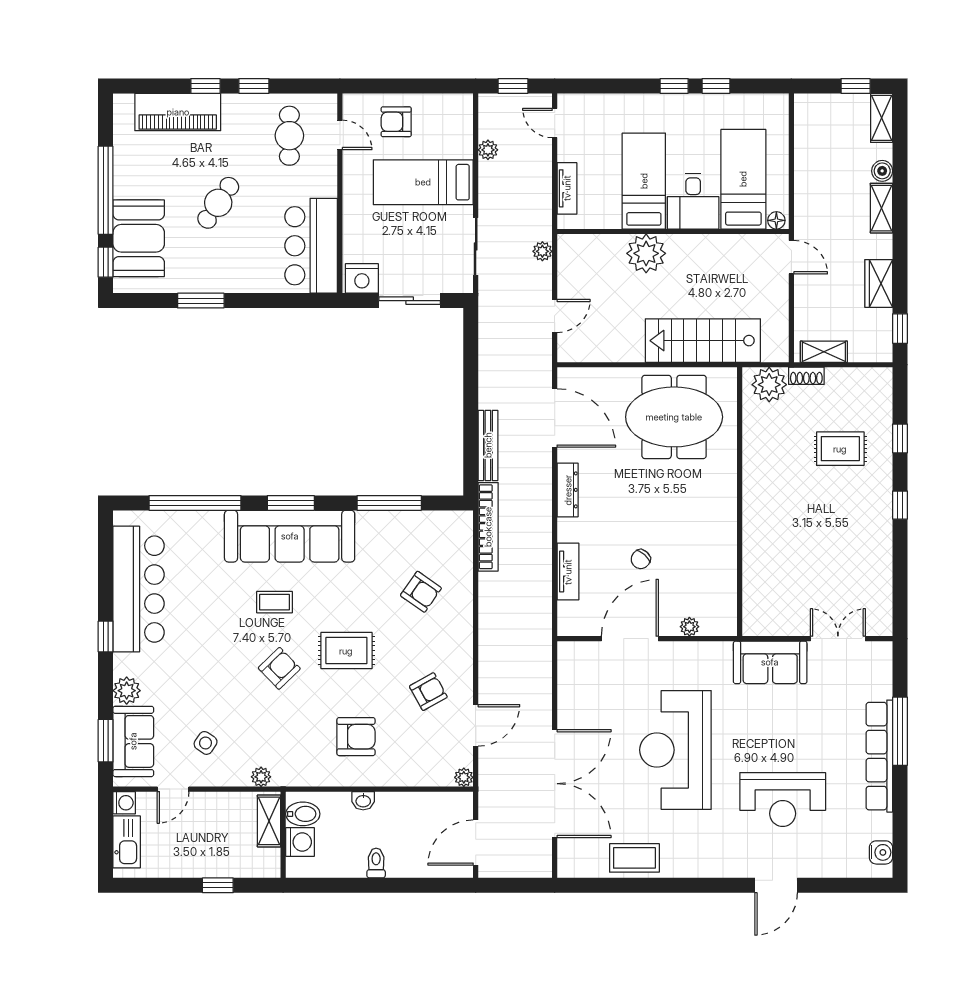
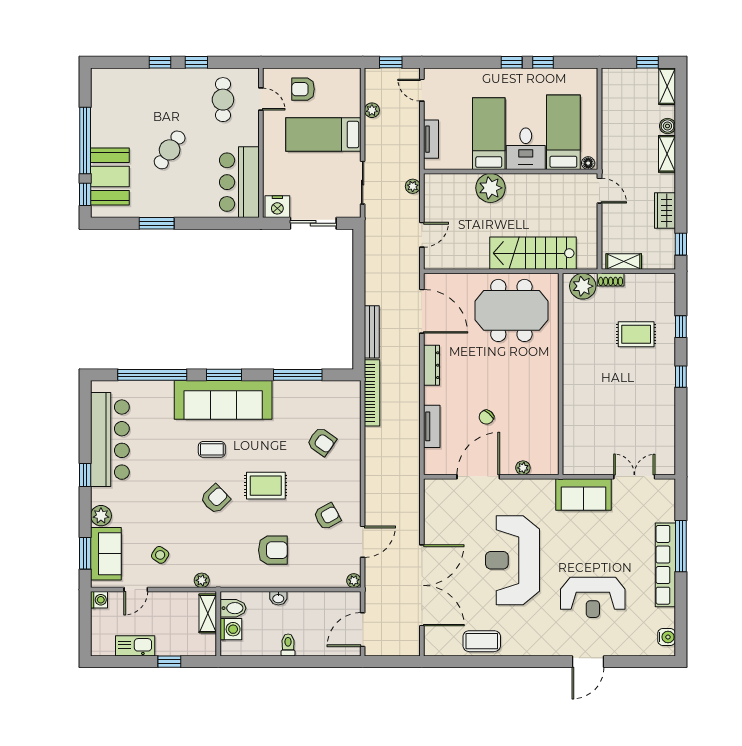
piano: (178, 112) -> (139, 82), removed
kitchen sink: (127, 842) -> (135, 646), moved, turned -90

